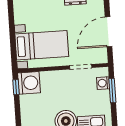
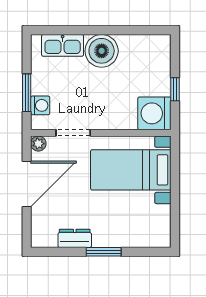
plant: (103, 58) -> (38, 144), added
window: (16, 87) -> (175, 89), moved

